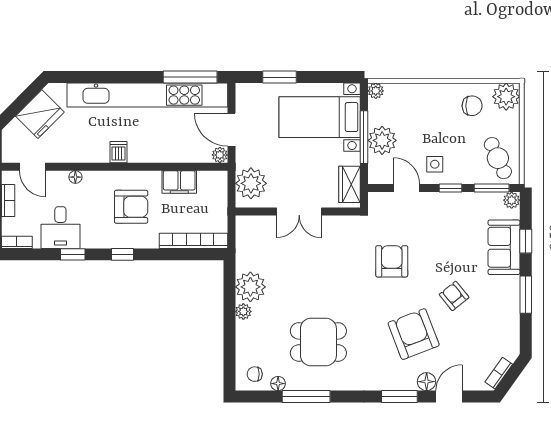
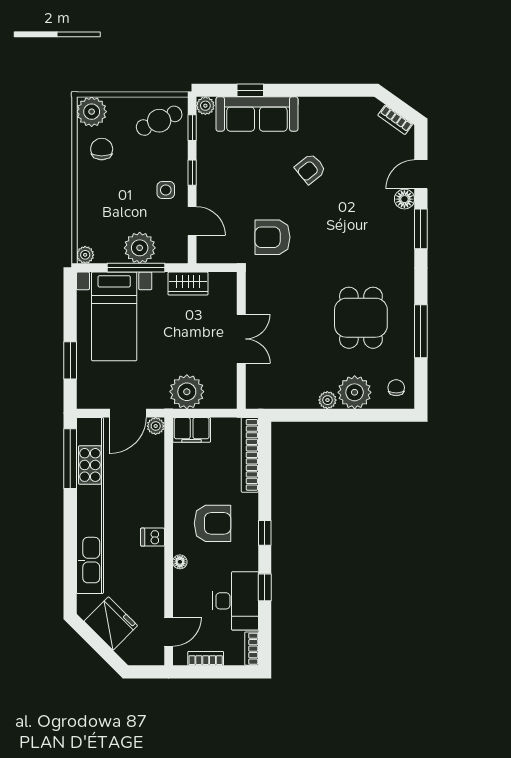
floor lamp: (75, 177) -> (180, 562), moved
filing cabinet: (179, 182) -> (192, 430), moved, turned 90
door: (406, 188) -> (192, 221), swing flipped
window: (492, 188) -> (192, 128), width x0.67
armchair: (131, 207) -> (213, 523), turned 90
wall: (298, 211) -> (241, 340), moved
double door: (299, 211) -> (241, 339), moved
desk: (60, 228) -> (235, 601), width x1.37
sofa: (504, 247) -> (257, 114), width x1.36
plant: (250, 287) -> (355, 392), moved
window: (526, 295) -> (309, 90), removed
armchair: (414, 334) -> (352, 213), removed
chair: (255, 374) -> (396, 388), turned 180
floor lamp: (278, 384) -> (407, 362), removed
door: (449, 397) -> (421, 174), hinge flipped

